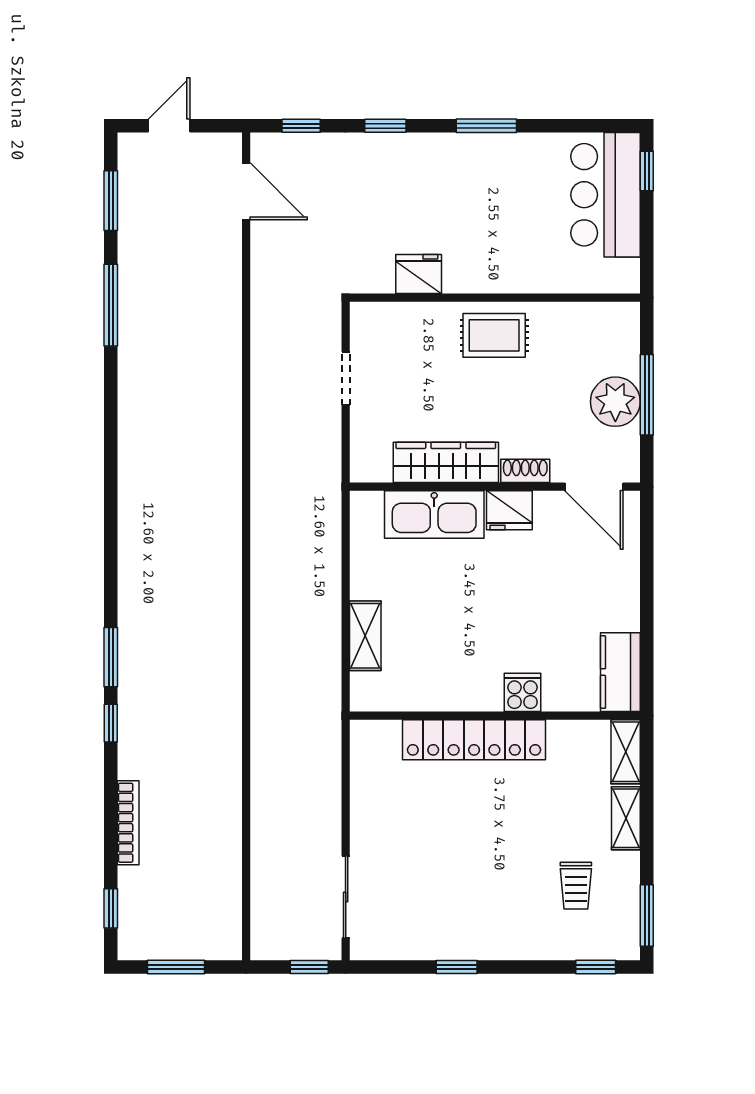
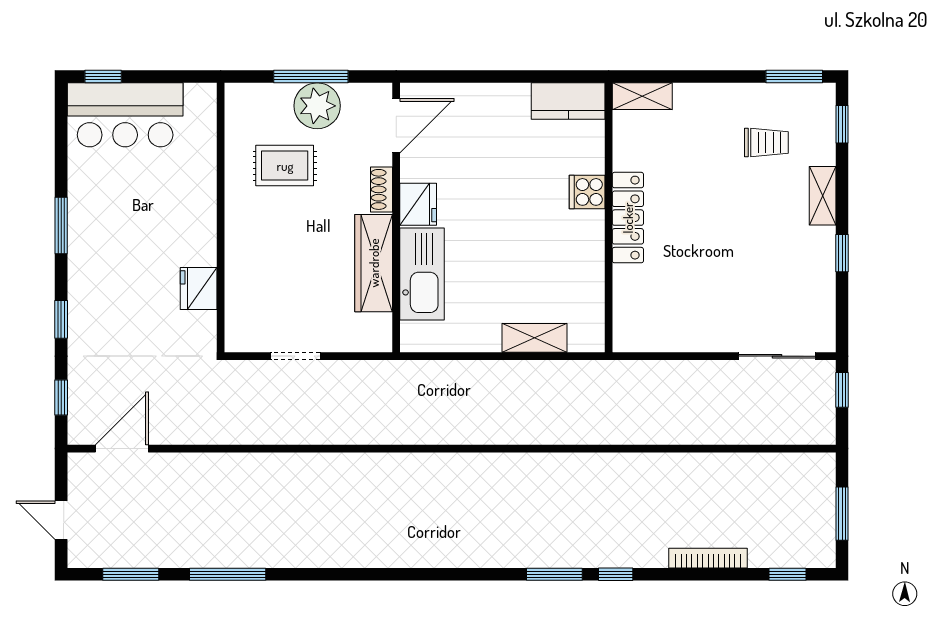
rug: (494, 335) -> (285, 166), moved, turned 90
locker: (474, 740) -> (628, 218), width x0.71, depth x0.83
shelving: (626, 818) -> (823, 196), moved, turned 90

